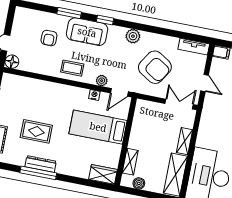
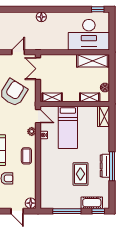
shelving: (185, 141) -> (52, 97), moved

